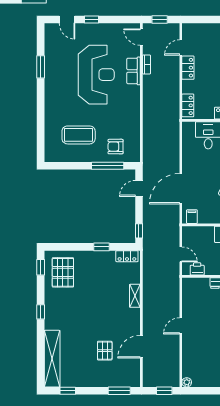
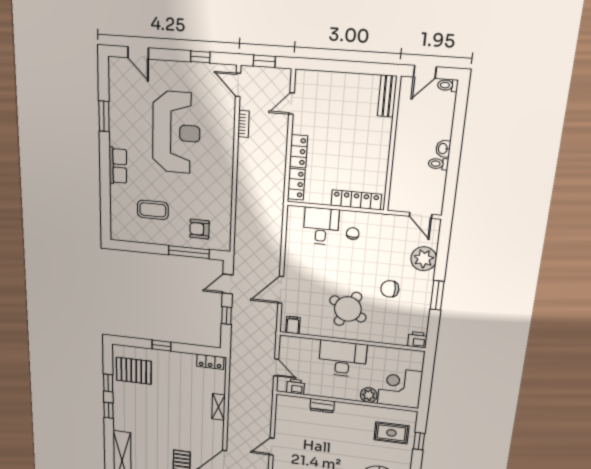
window: (91, 20) -> (200, 57), moved
locker: (188, 68) -> (299, 151), moved
row of seats: (133, 71) -> (118, 166), moved, turned 180
coffee table: (79, 135) -> (153, 210), width x0.73, depth x0.76
door: (181, 189) -> (281, 290), width x0.73
window: (139, 231) -> (227, 316), moved
window: (101, 247) -> (162, 345), moved
window: (41, 267) -> (108, 383), moved
pallet: (63, 272) -> (134, 371), turned 90

